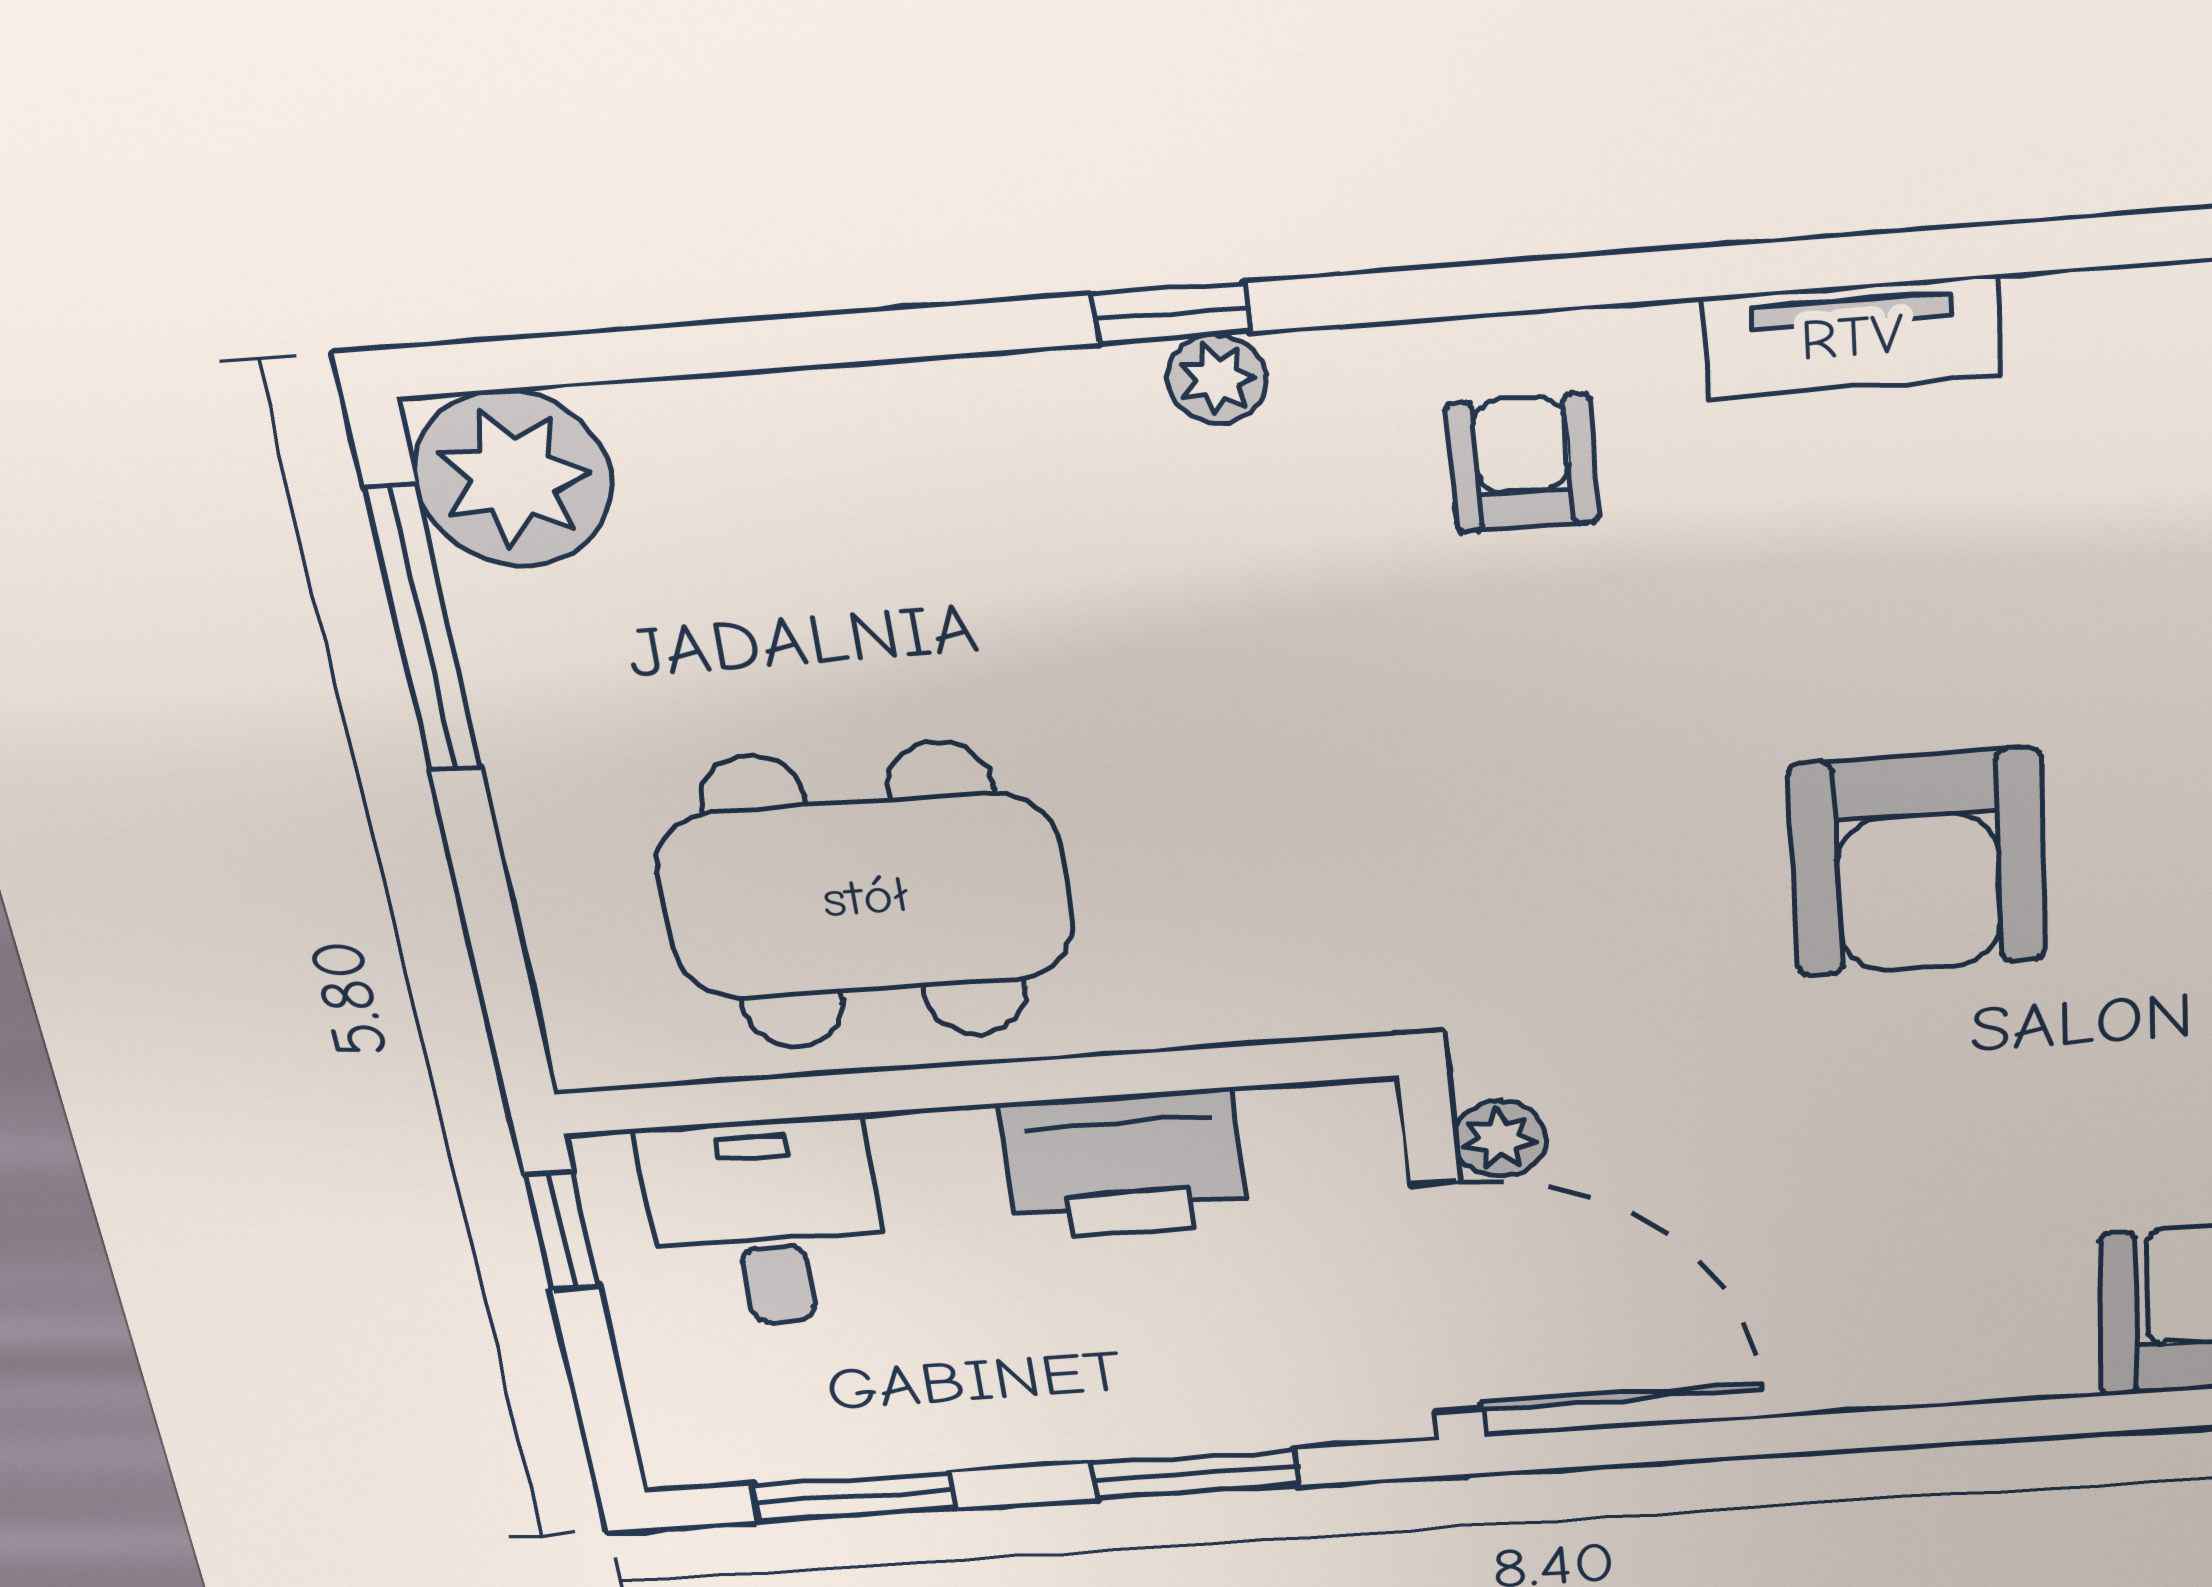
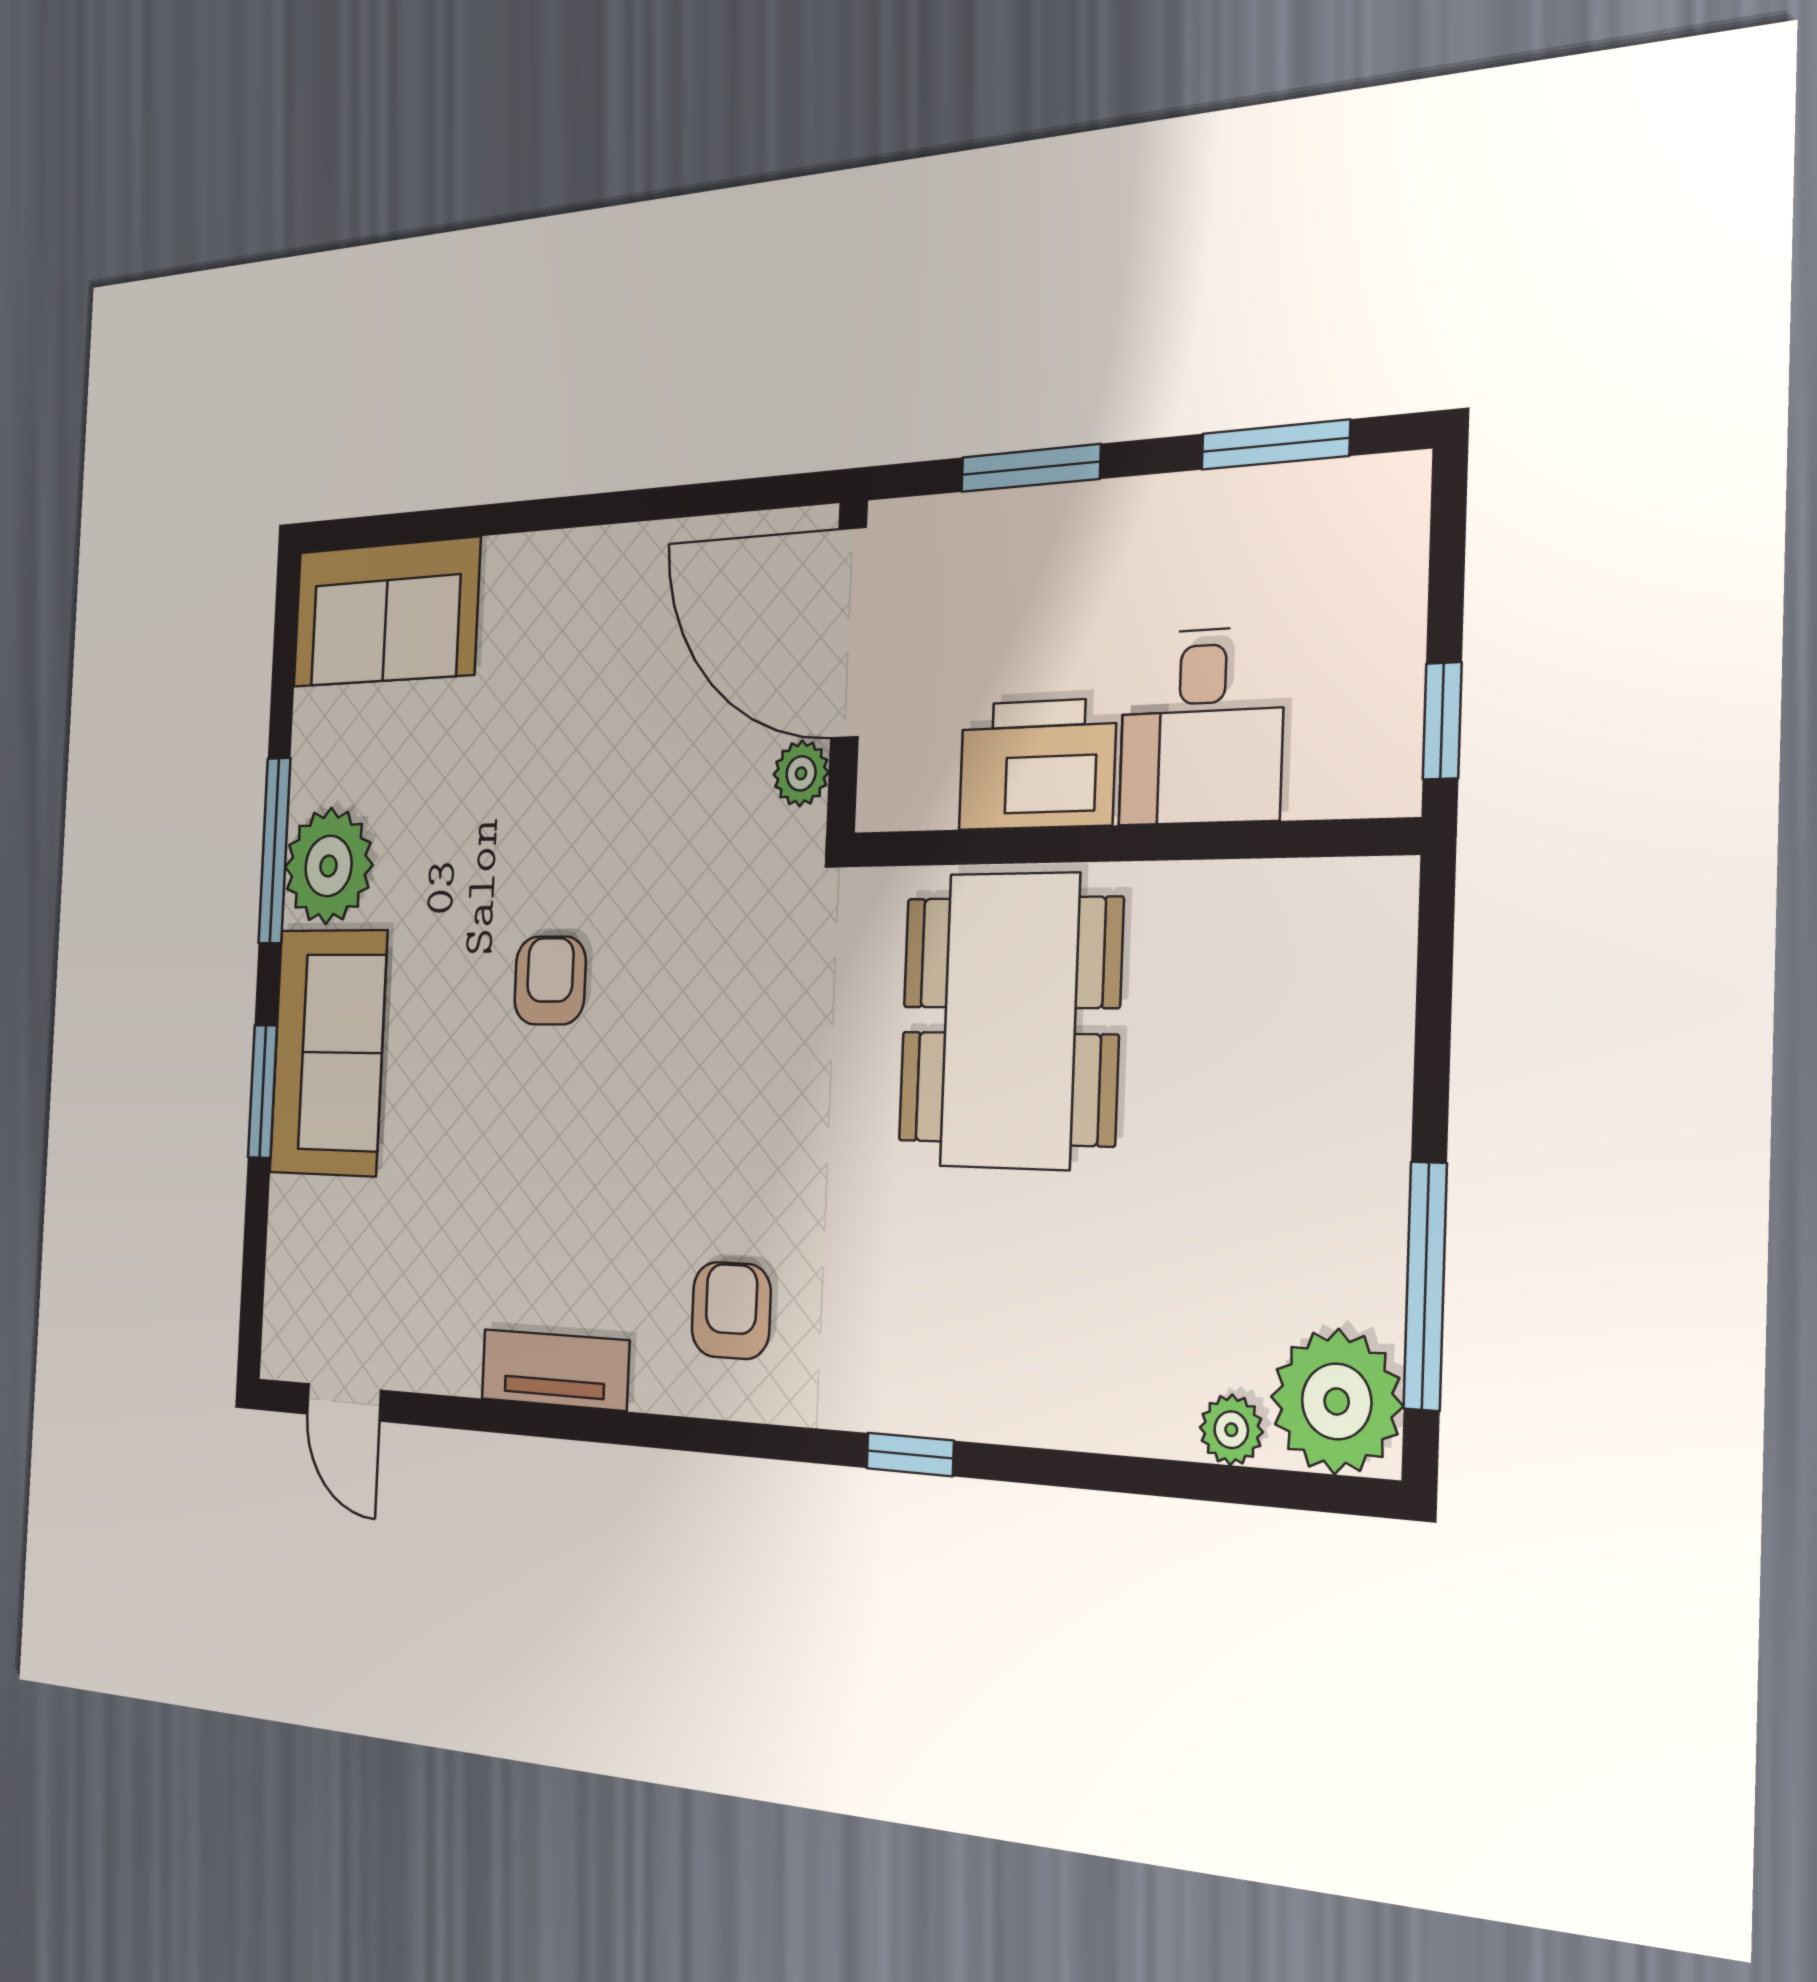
plant: (1217, 379) -> (1231, 1430), moved
armchair: (1523, 463) -> (731, 1310), turned 180
armchair: (1918, 863) -> (550, 980), width x0.53, depth x0.53
dining table: (865, 897) -> (1009, 1020), moved, turned 90
desk: (766, 1222) -> (1201, 726), moved

